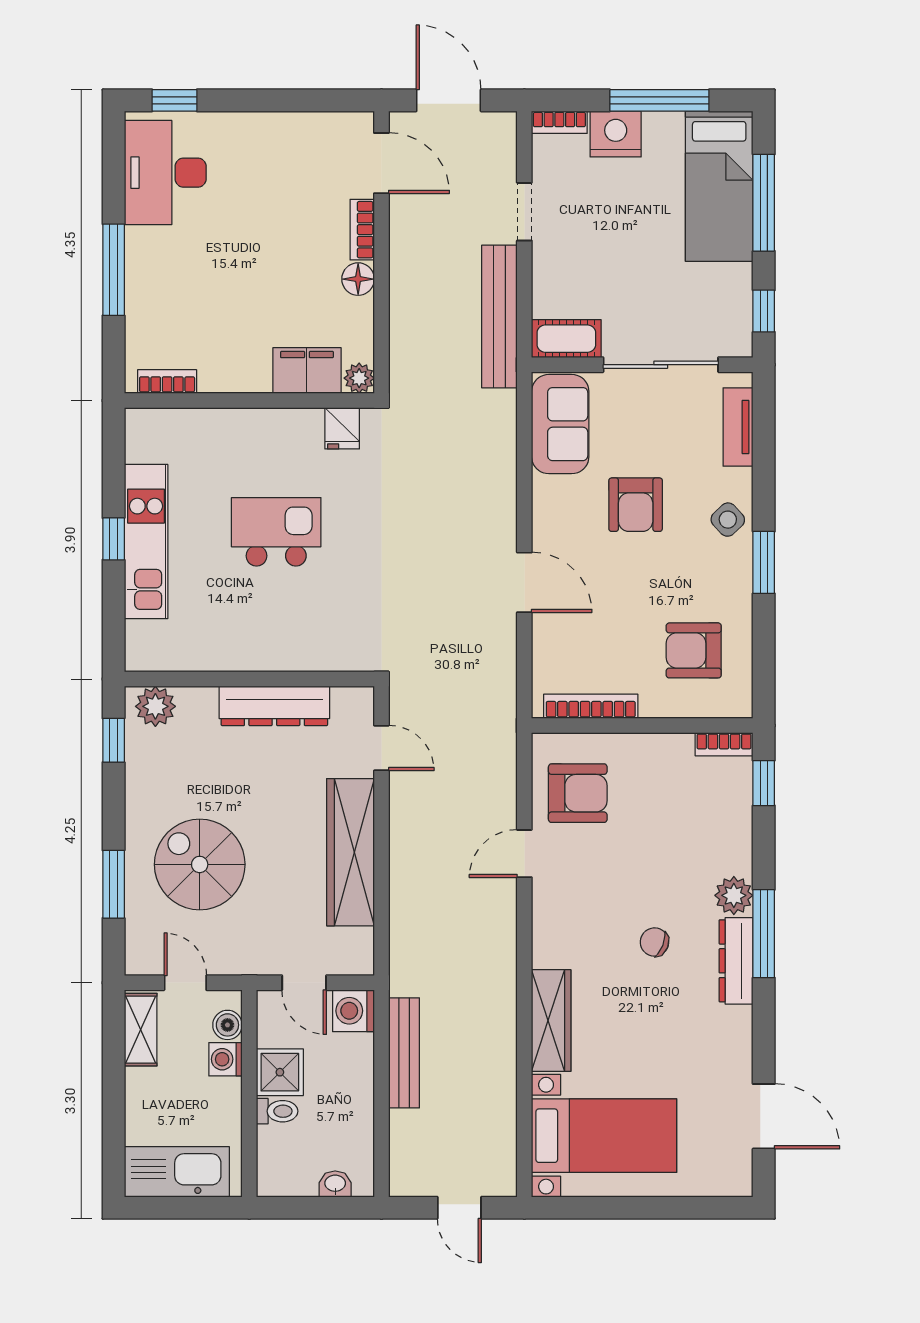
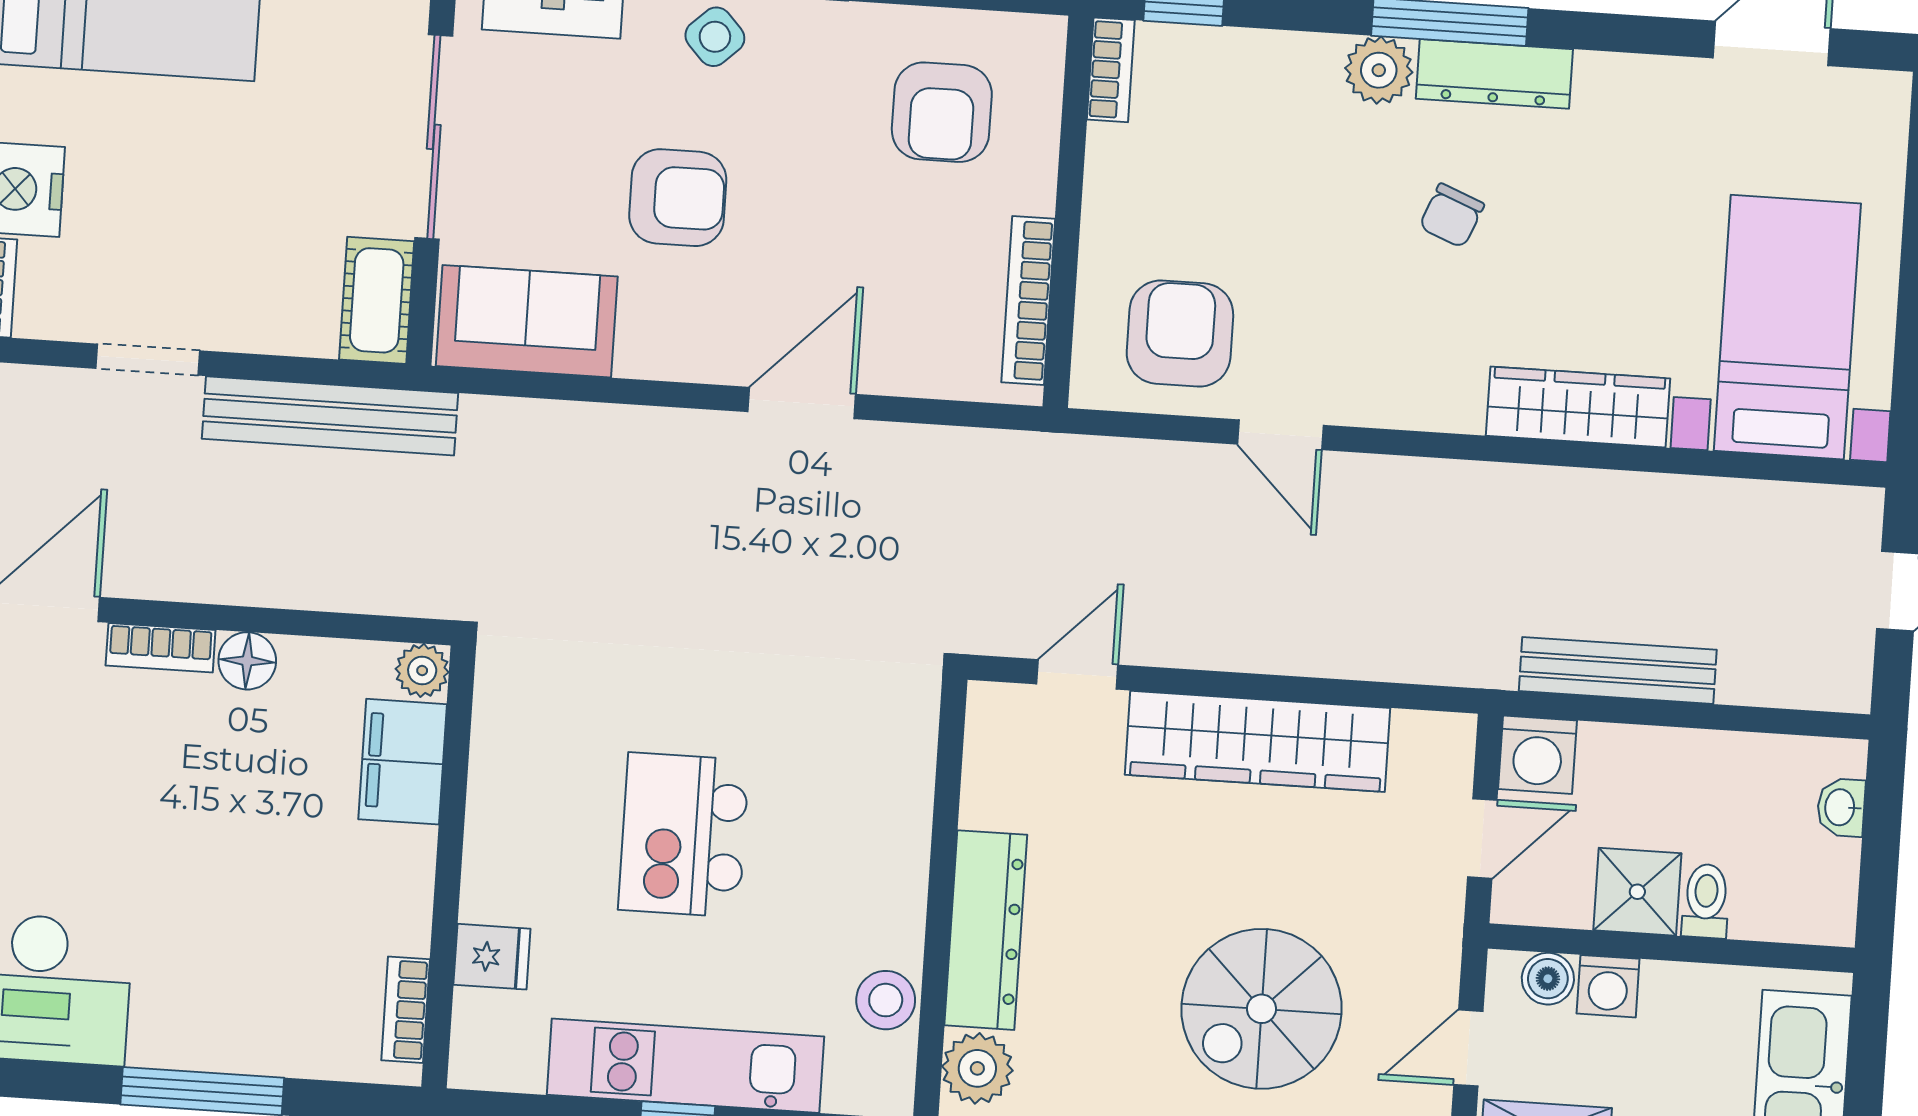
fridge: (342, 428) -> (492, 957), moved
stool: (191, 652) -> (886, 1000), added
dresser: (274, 706) -> (986, 930), moved

